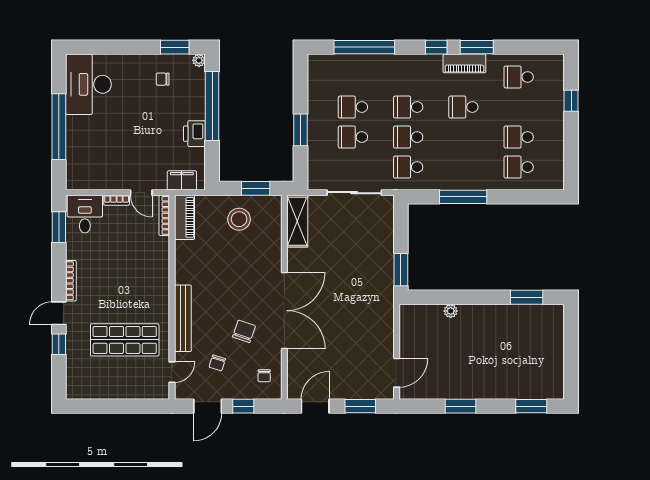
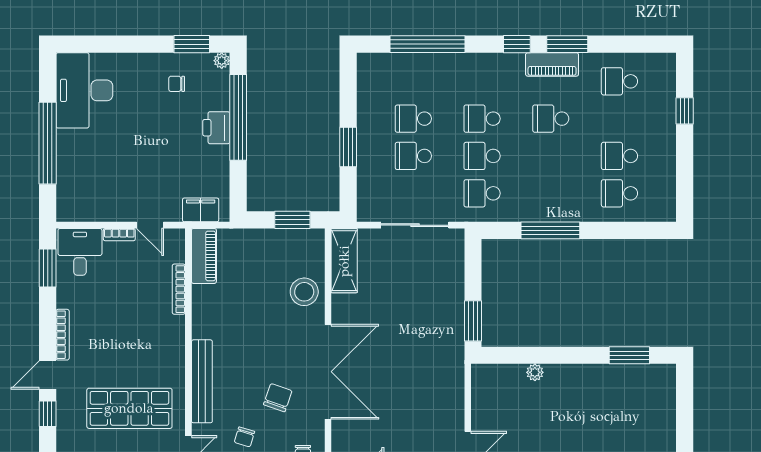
printer: (194, 134) -> (216, 128), moved
bookcase: (164, 215) -> (179, 289), moved
stool: (239, 219) -> (304, 292), moved

